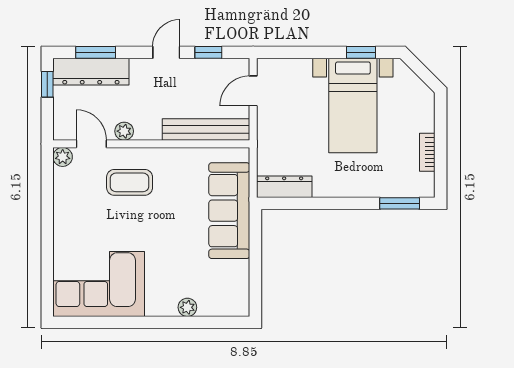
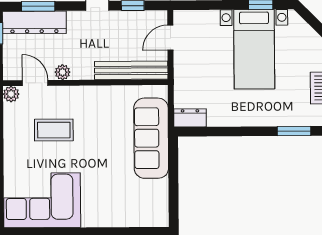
coffee table: (130, 182) -> (54, 130), moved
dresser: (284, 187) -> (190, 118), width x0.70
plant: (187, 307) -> (117, 219), removed

